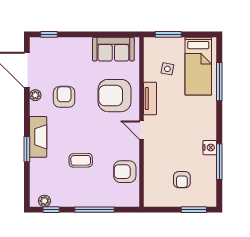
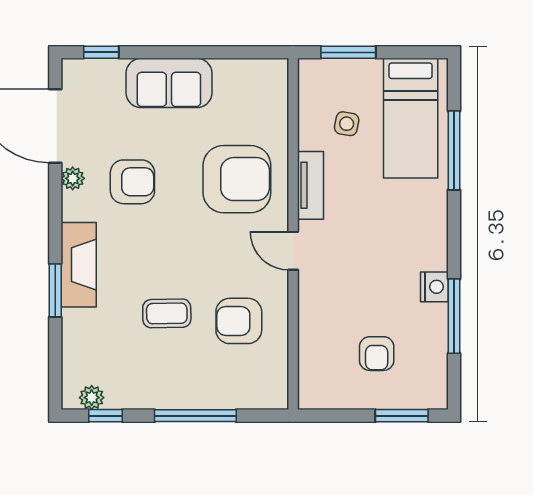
sofa: (113, 49) -> (169, 83), moved
armchair: (115, 96) -> (237, 179), turned 180
armchair: (64, 97) -> (132, 182), turned 90
armchair: (125, 172) -> (239, 321), moved

